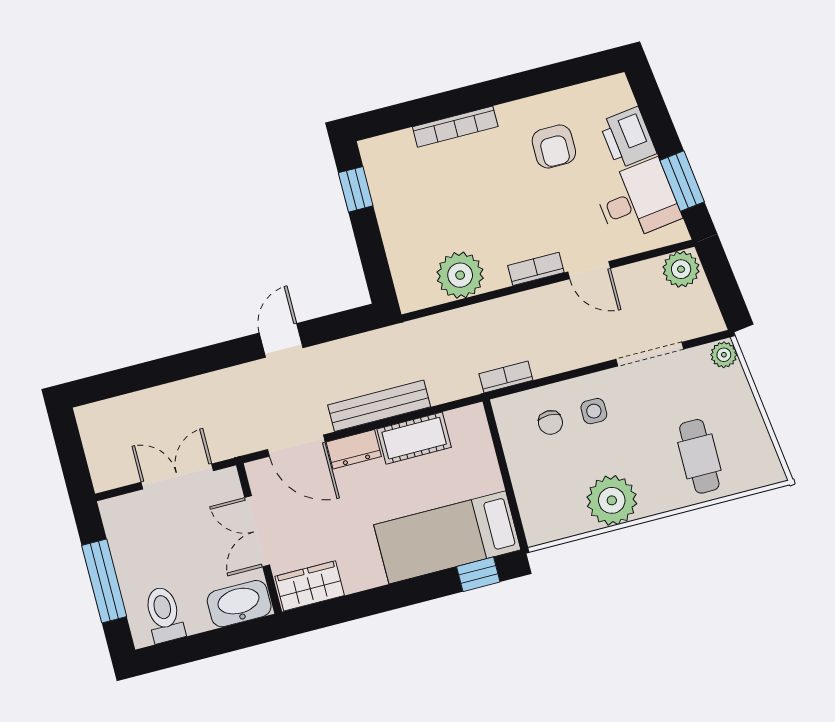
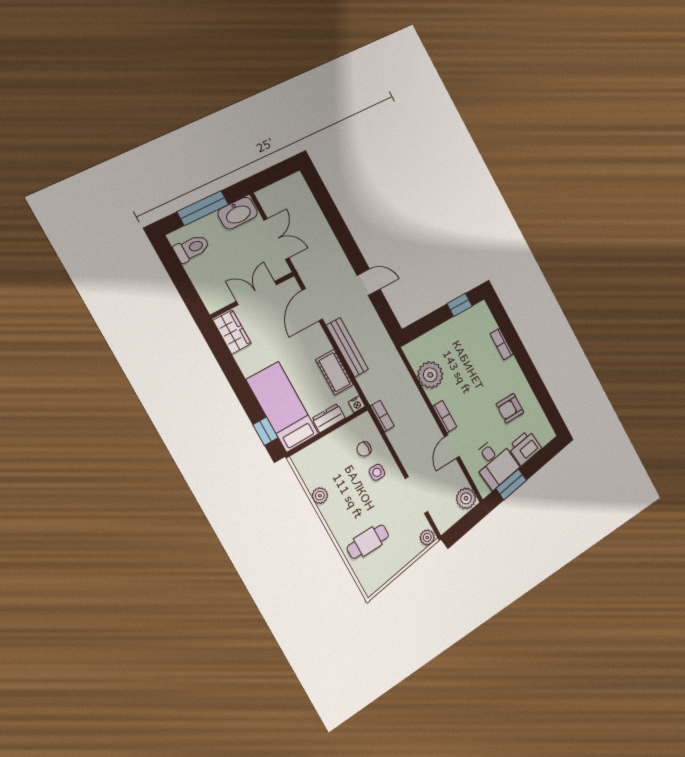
bookcase: (455, 127) -> (502, 344), width x0.64
nightstand: (475, 415) -> (357, 404), added
dresser: (354, 449) -> (329, 418), moved, turned 90
plant: (612, 500) -> (320, 496), width x0.53, depth x0.53
washbasin: (239, 604) -> (238, 213), moved, turned 90

